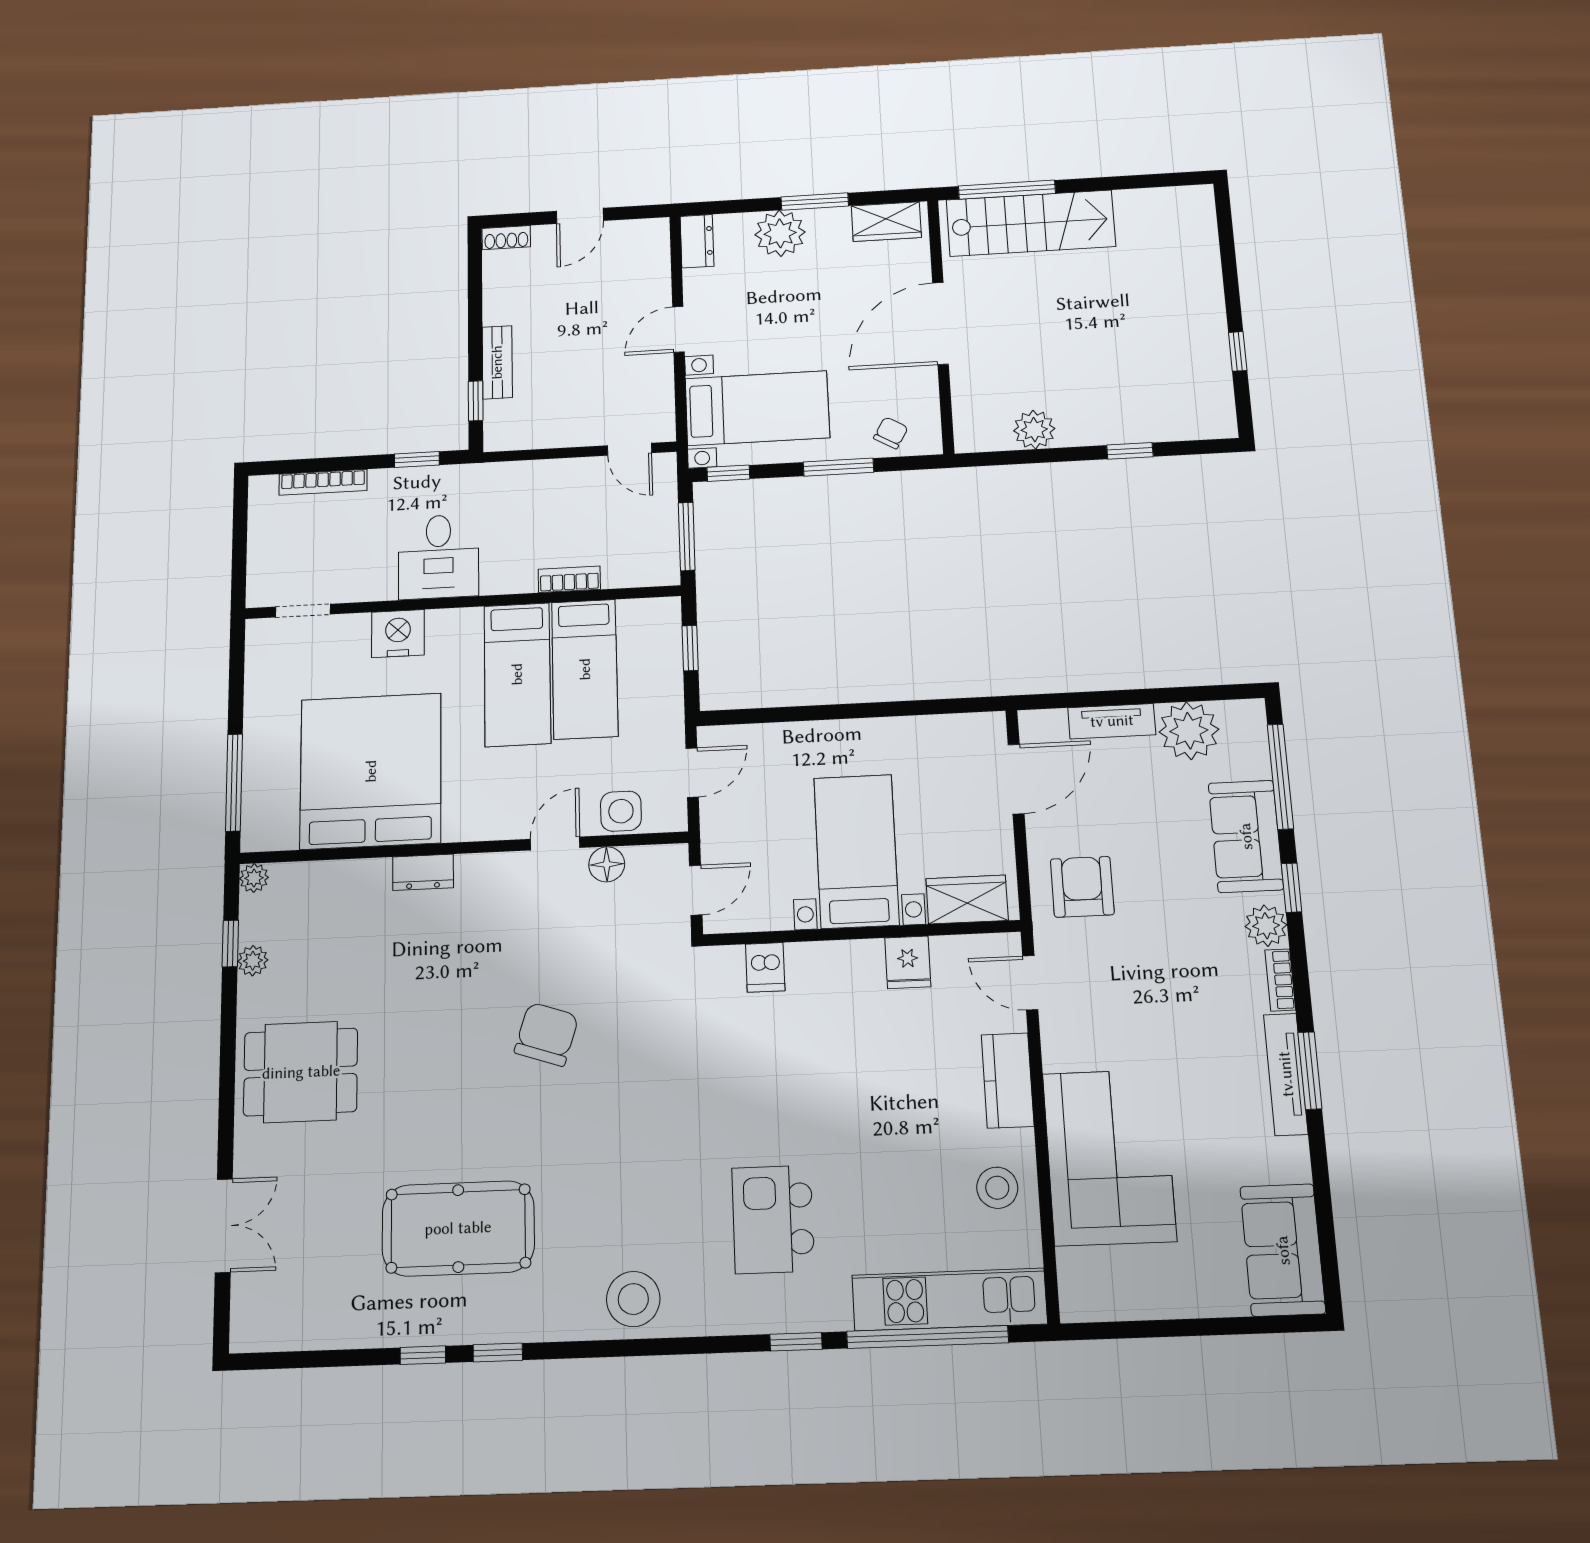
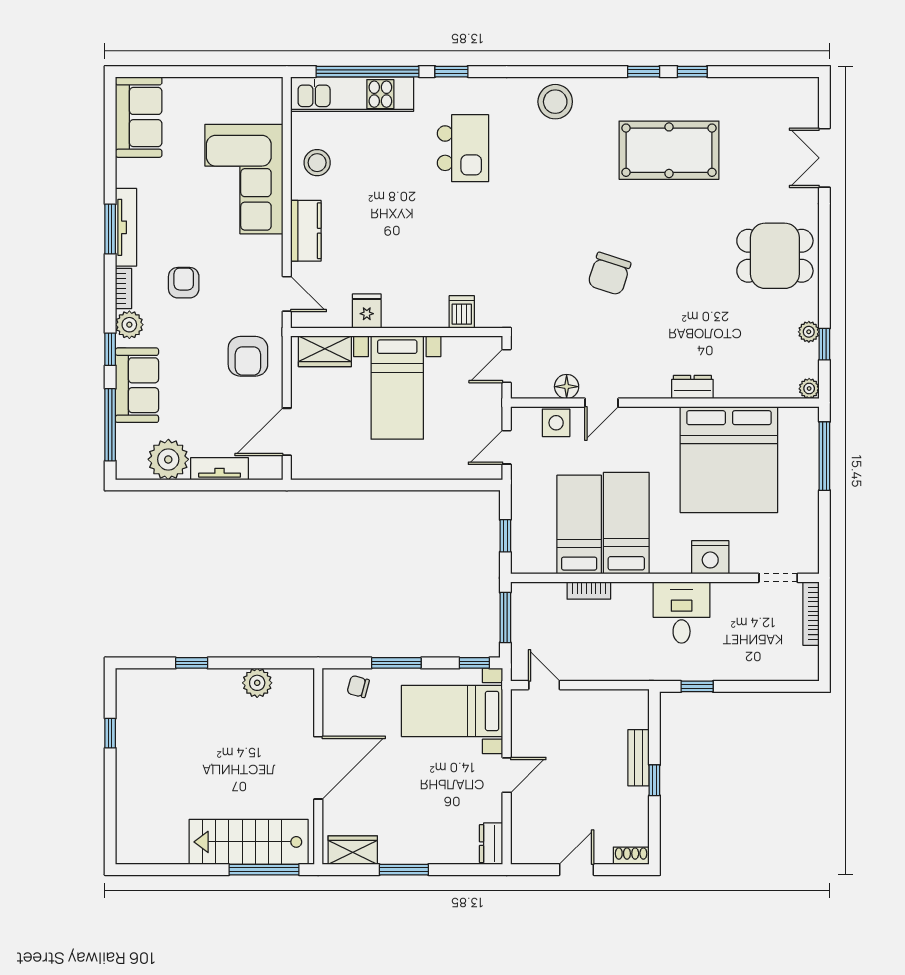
plant: (780, 233) -> (430, 846), removed
window: (476, 401) -> (654, 780), moved
chair: (891, 433) -> (358, 686), turned 75
bookcase: (323, 482) -> (811, 614), moved, turned -90
armchair: (1189, 993) -> (184, 283), added

